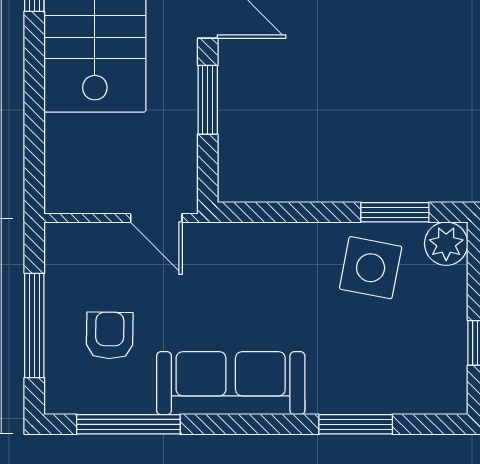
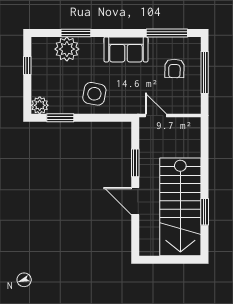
side table: (371, 268) -> (94, 94), moved
sofa: (231, 383) -> (126, 49), width x0.73
plant: (378, 384) -> (67, 49), added

